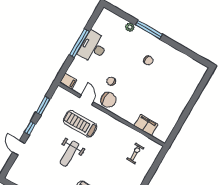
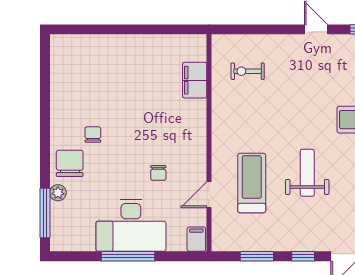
window: (149, 30) -> (45, 213), moved
desk: (93, 47) -> (131, 225), width x1.36, depth x1.30
chair: (108, 100) -> (70, 163), moved
treadmill: (80, 124) -> (252, 183), turned 180
weight bench: (69, 154) -> (307, 173), turned -90

